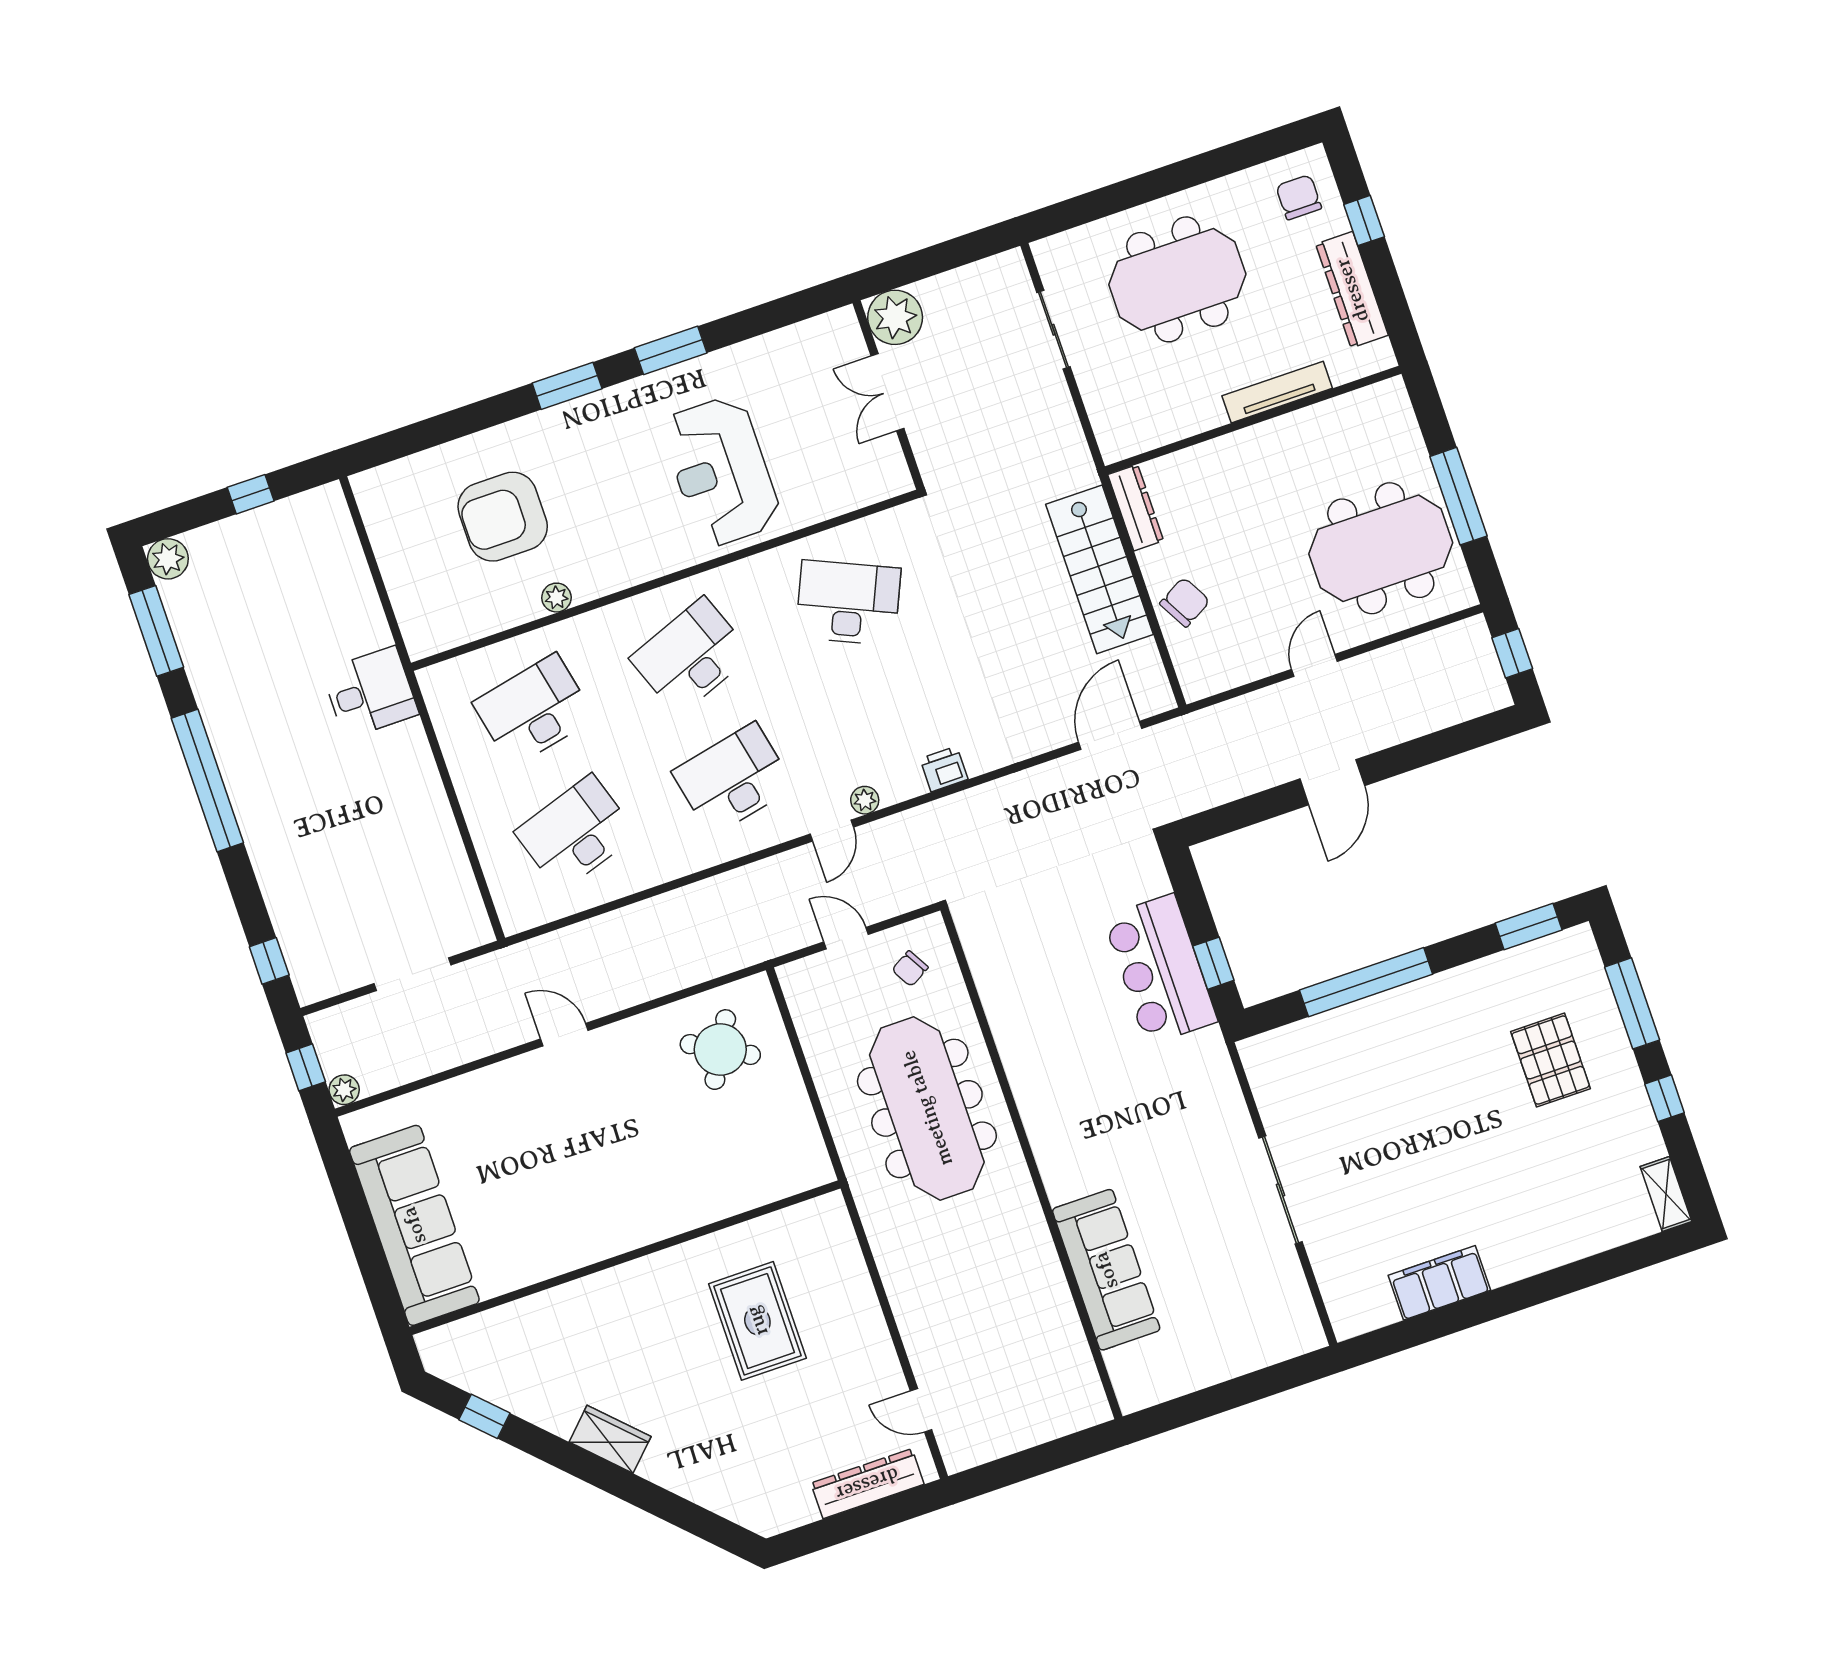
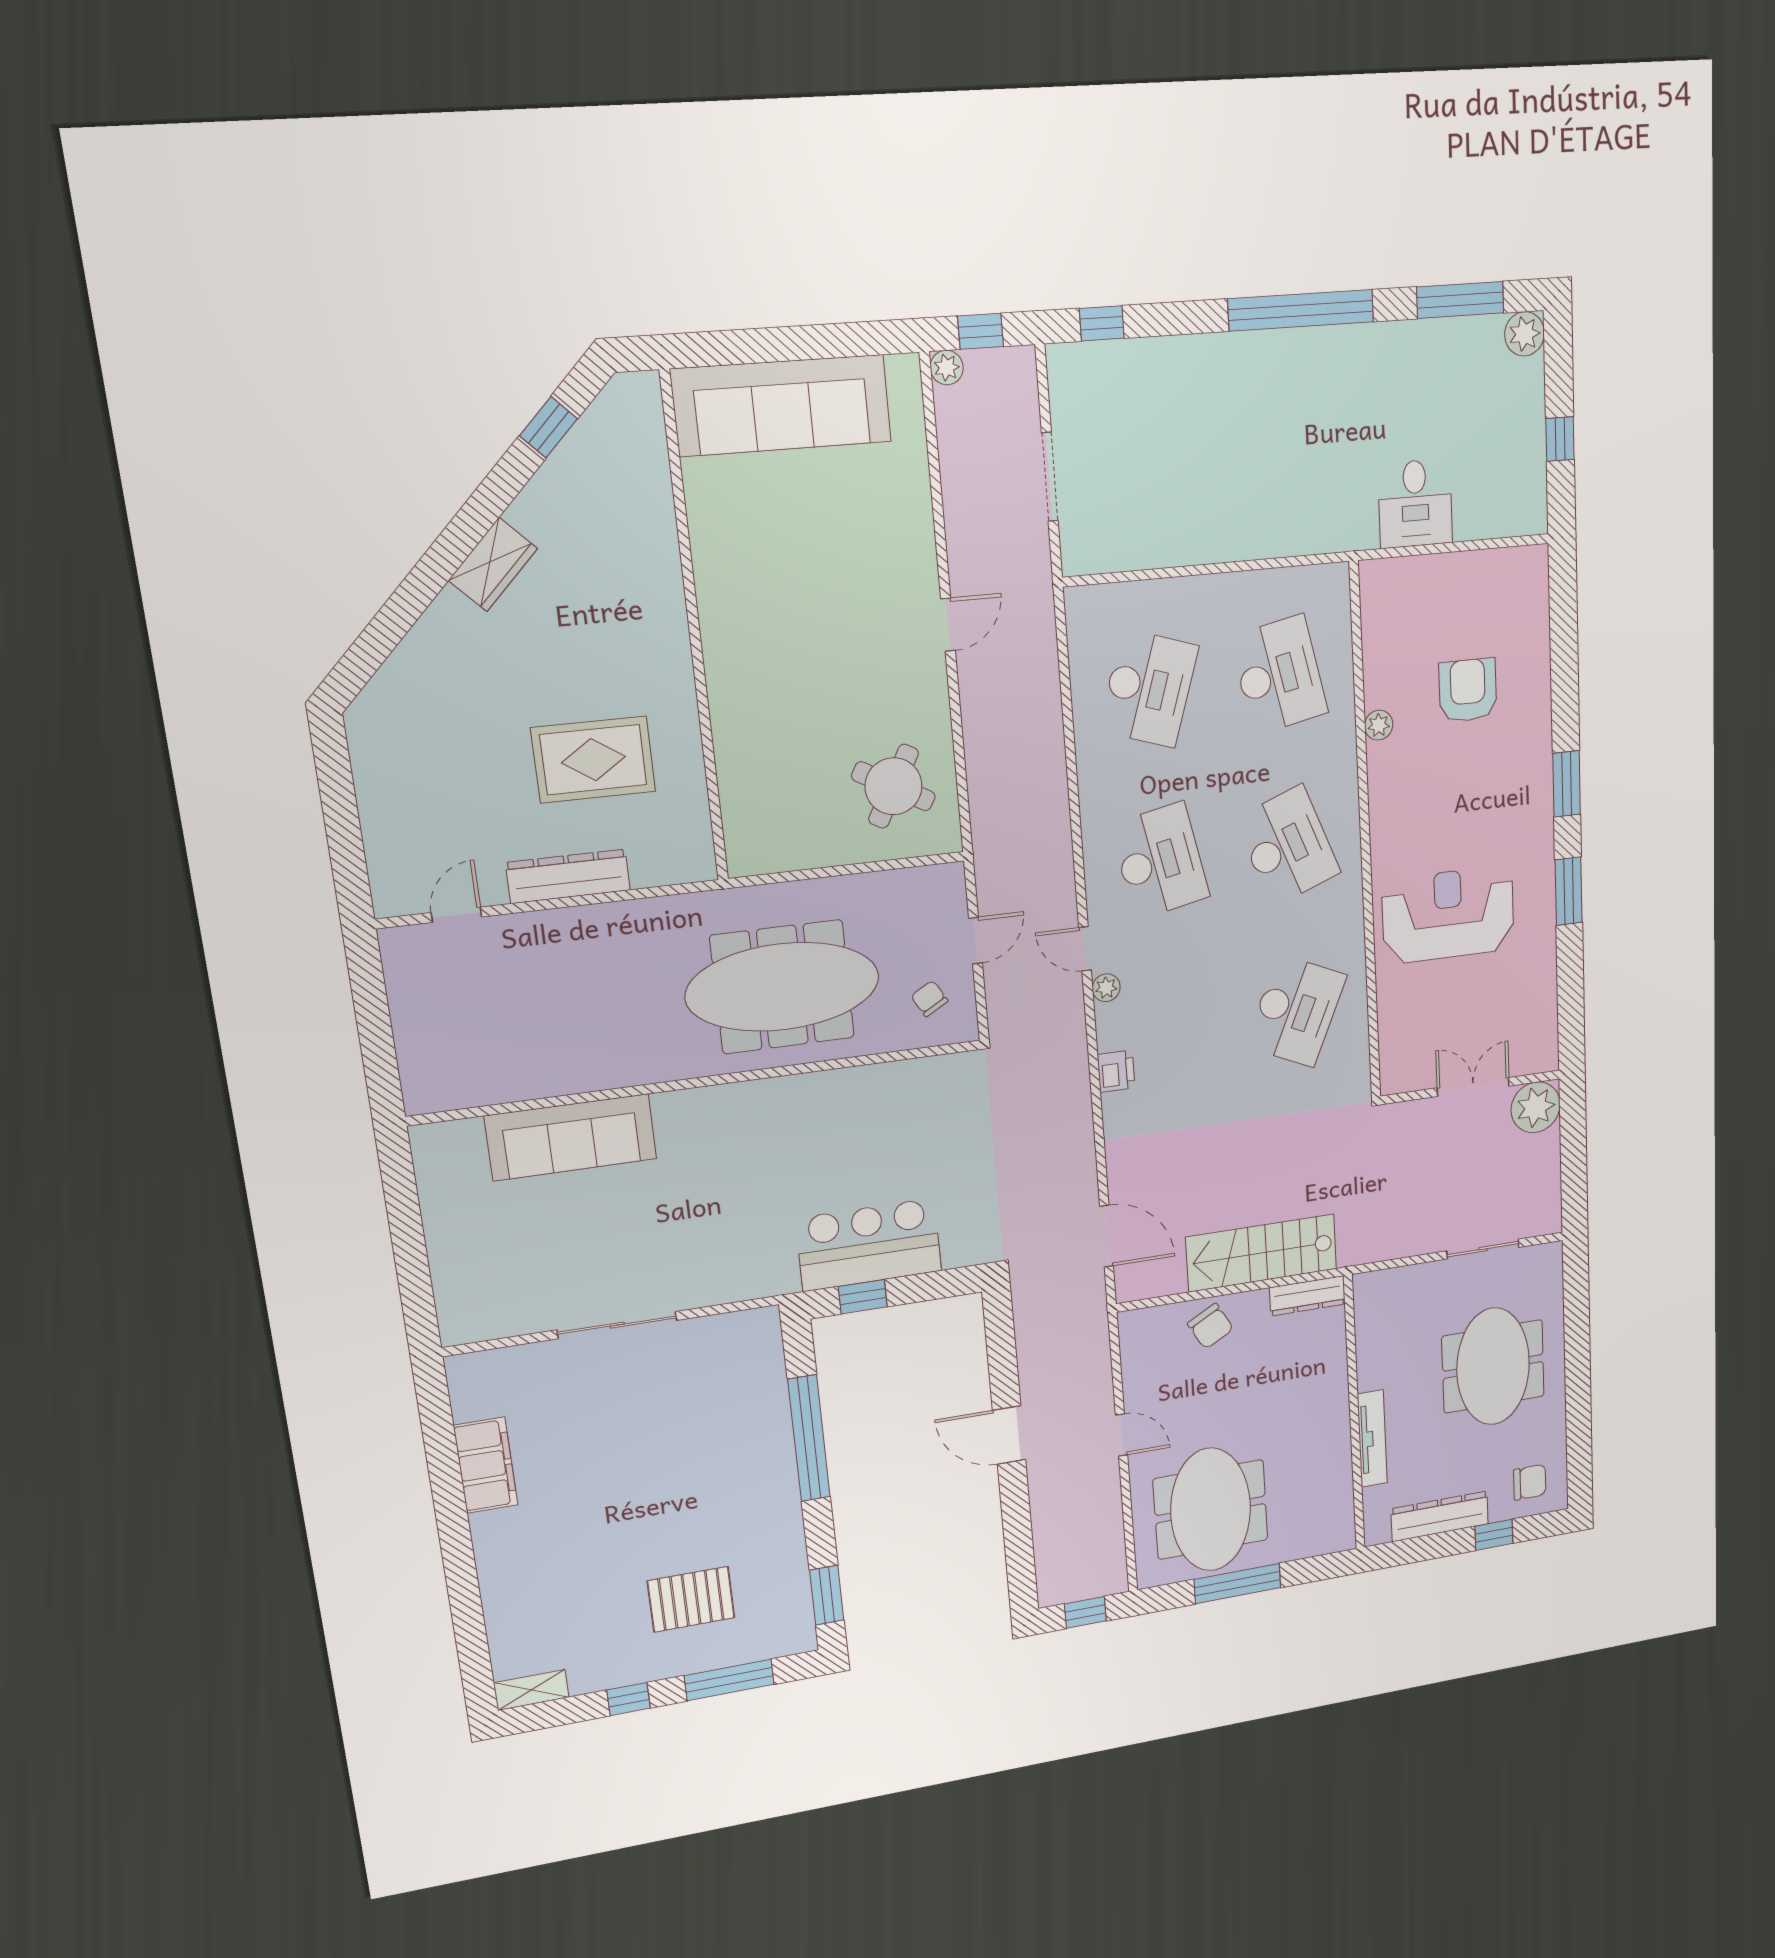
armchair: (503, 517) -> (1468, 690), width x0.73, depth x0.73
desk: (370, 692) -> (1415, 503), moved
desk: (576, 833) -> (1149, 688), turned 36
dresser: (867, 1484) -> (568, 876), moved, turned -90

